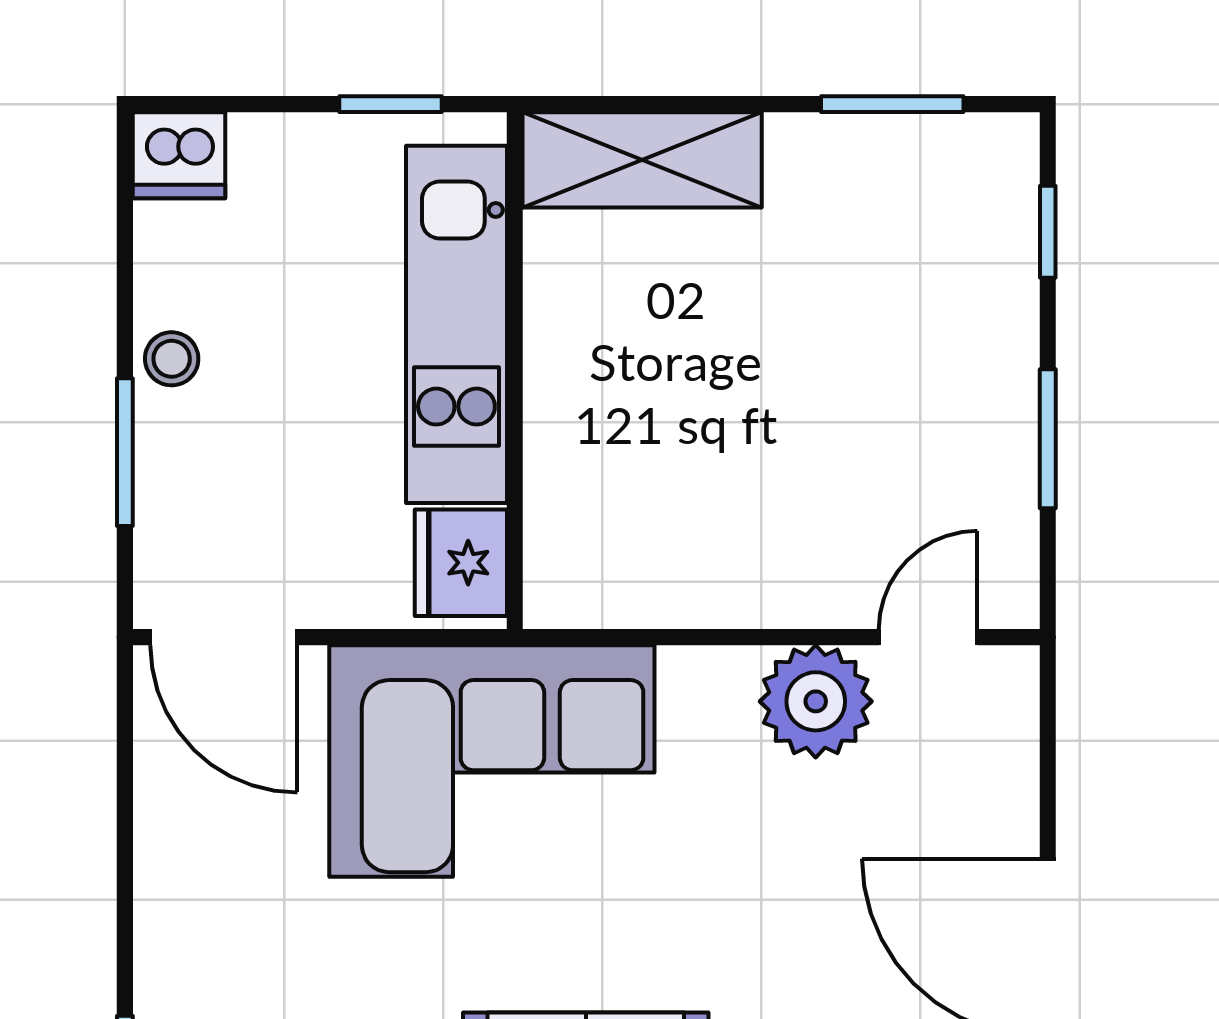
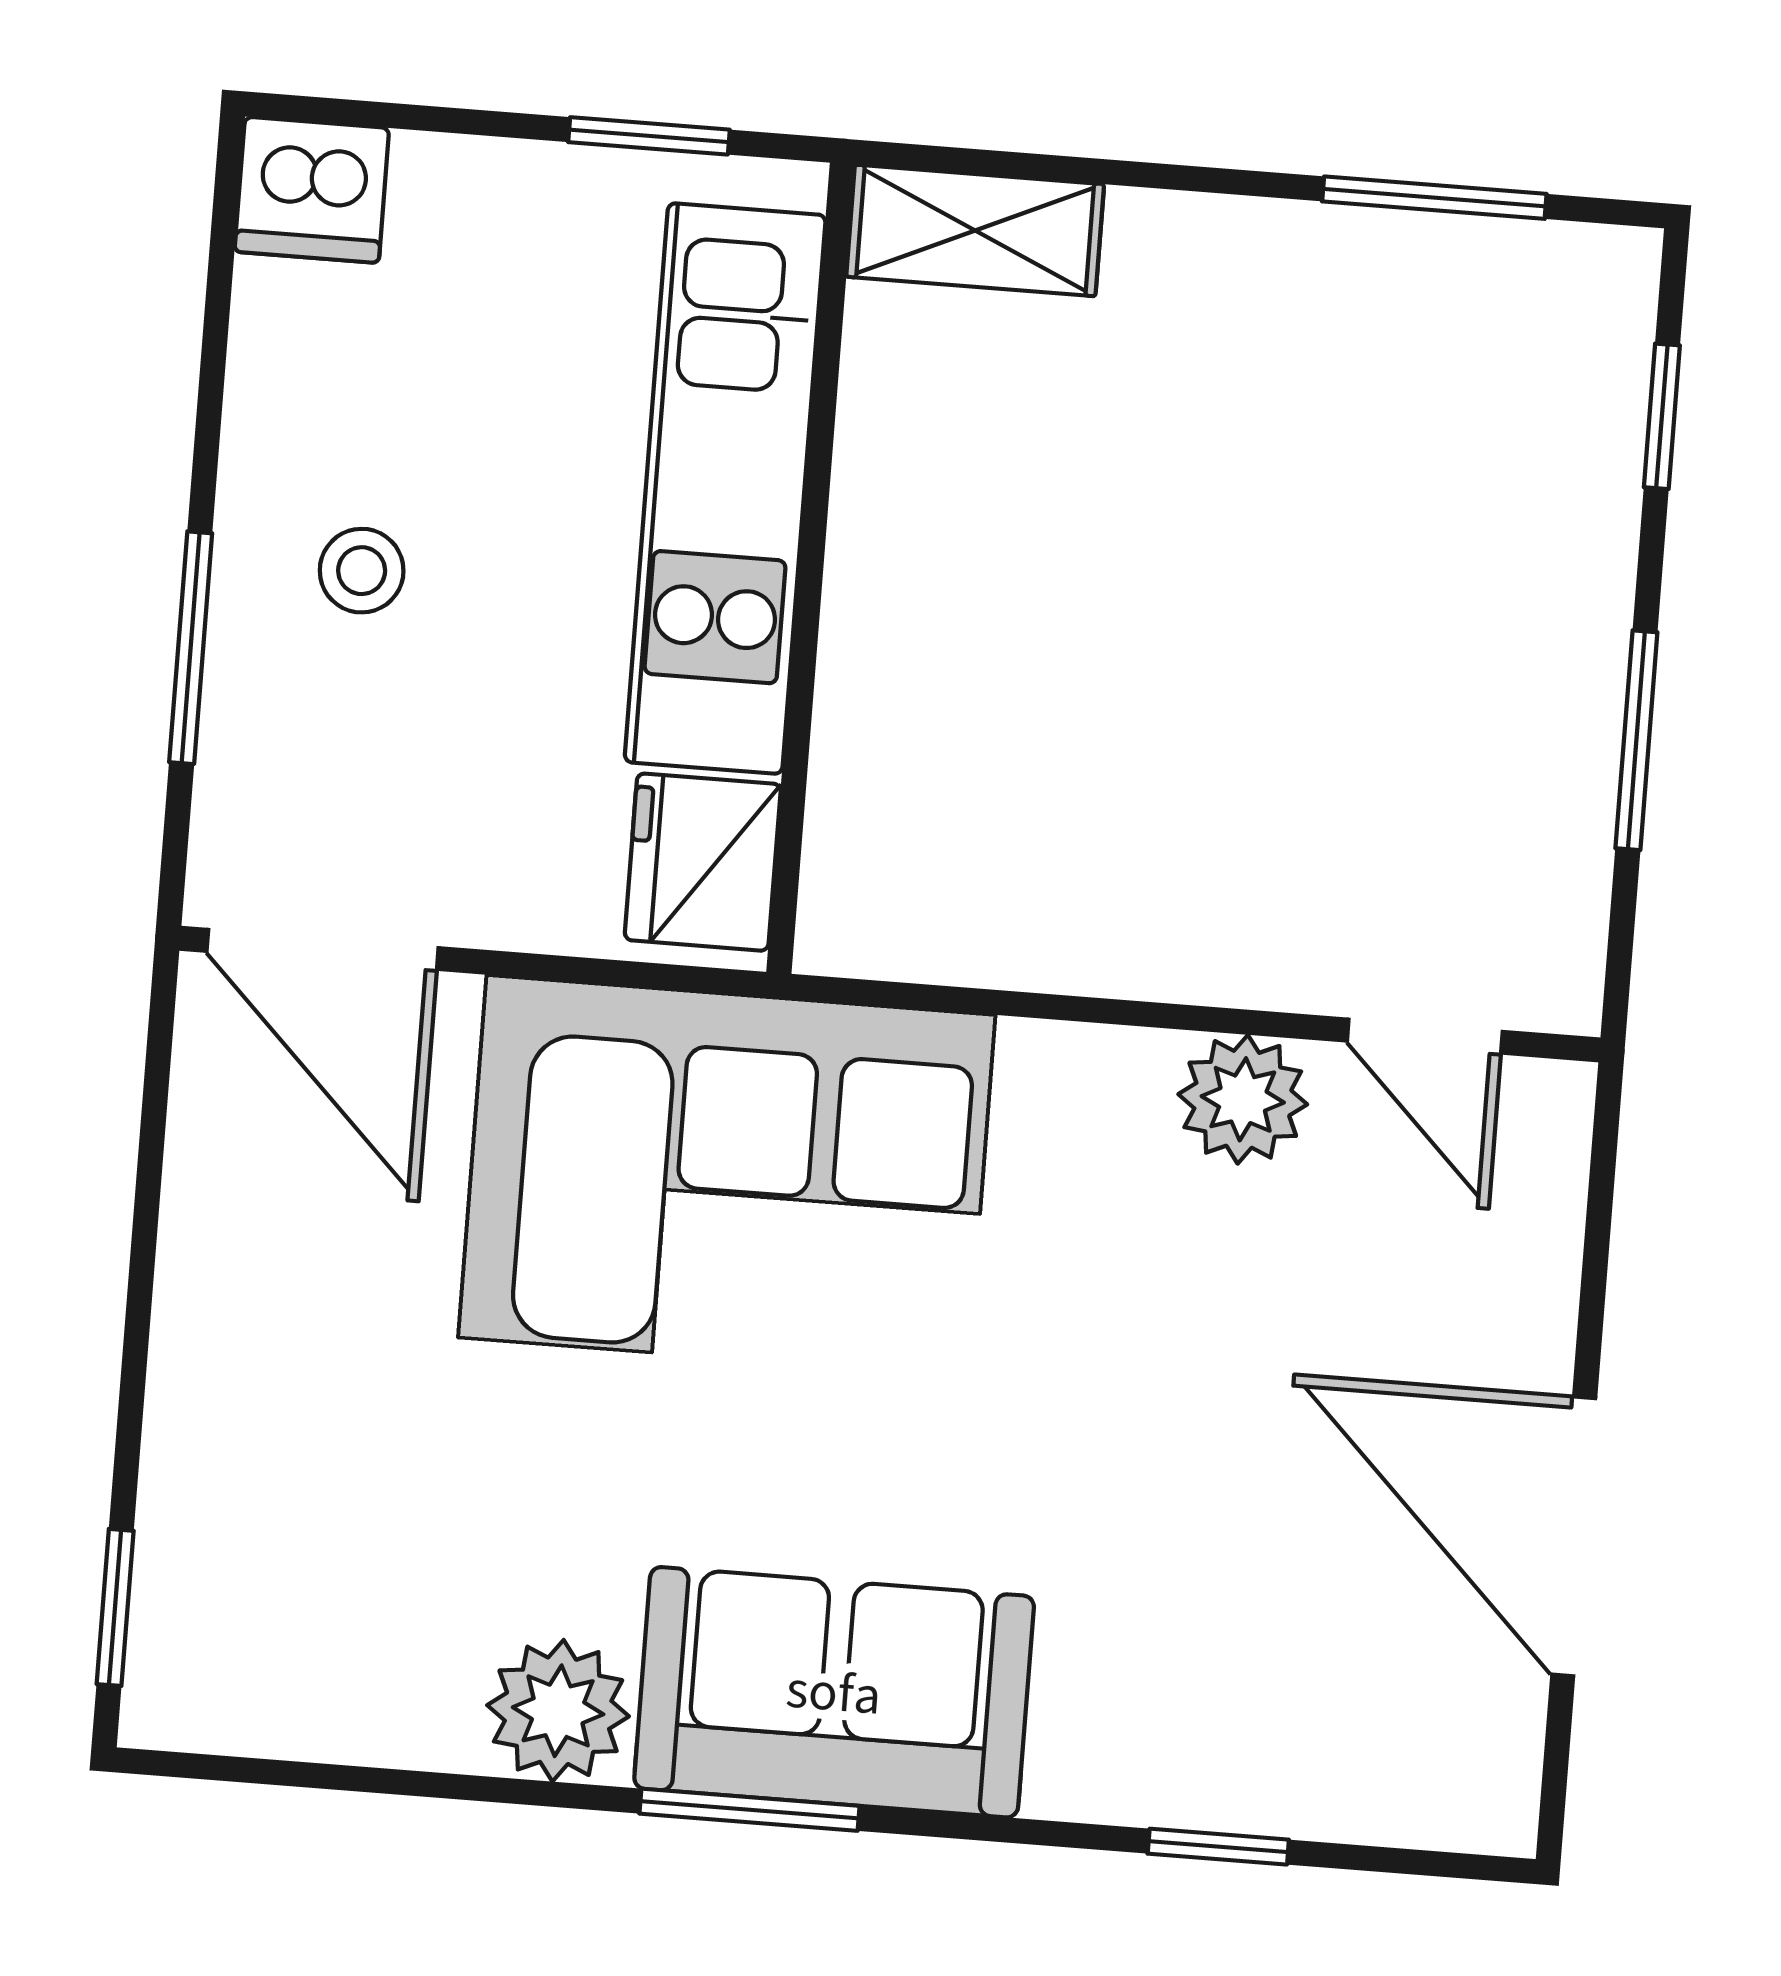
shelving: (642, 160) -> (975, 230), width x0.67, depth x0.75
stool: (172, 359) -> (362, 571), moved
door: (928, 637) -> (1425, 1036), swing flipped
plant: (816, 701) -> (1243, 1099), width x0.73, depth x0.73

